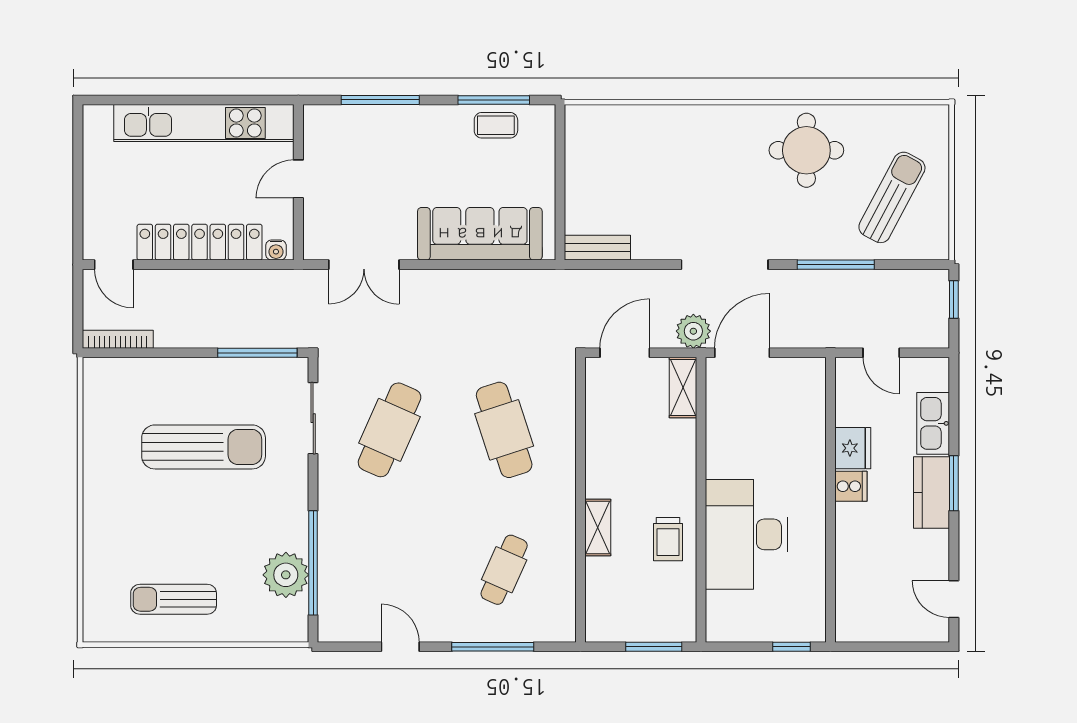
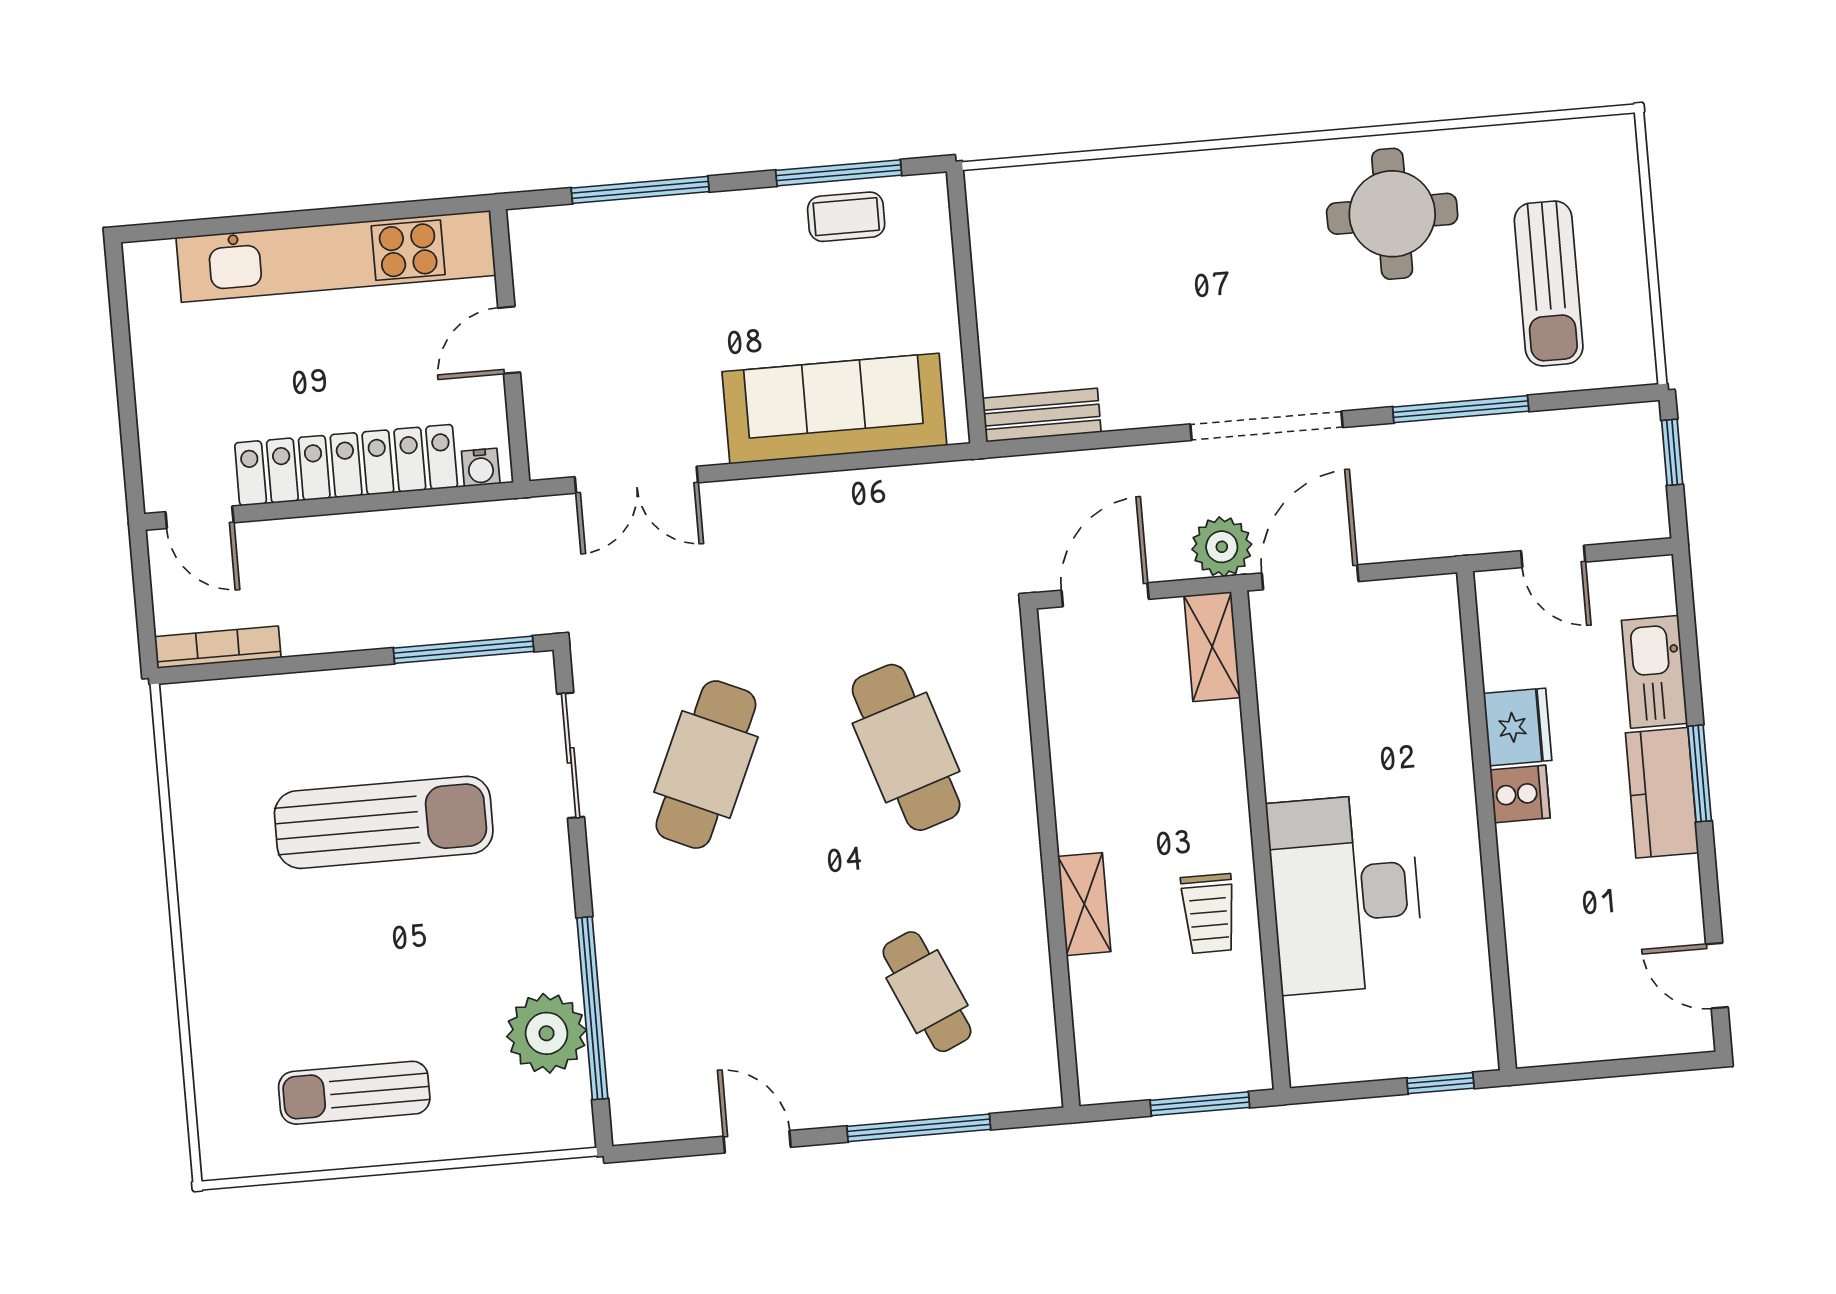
sun lounger: (892, 197) -> (1549, 283), turned 152
cafe table: (504, 570) -> (927, 992), turned -48

